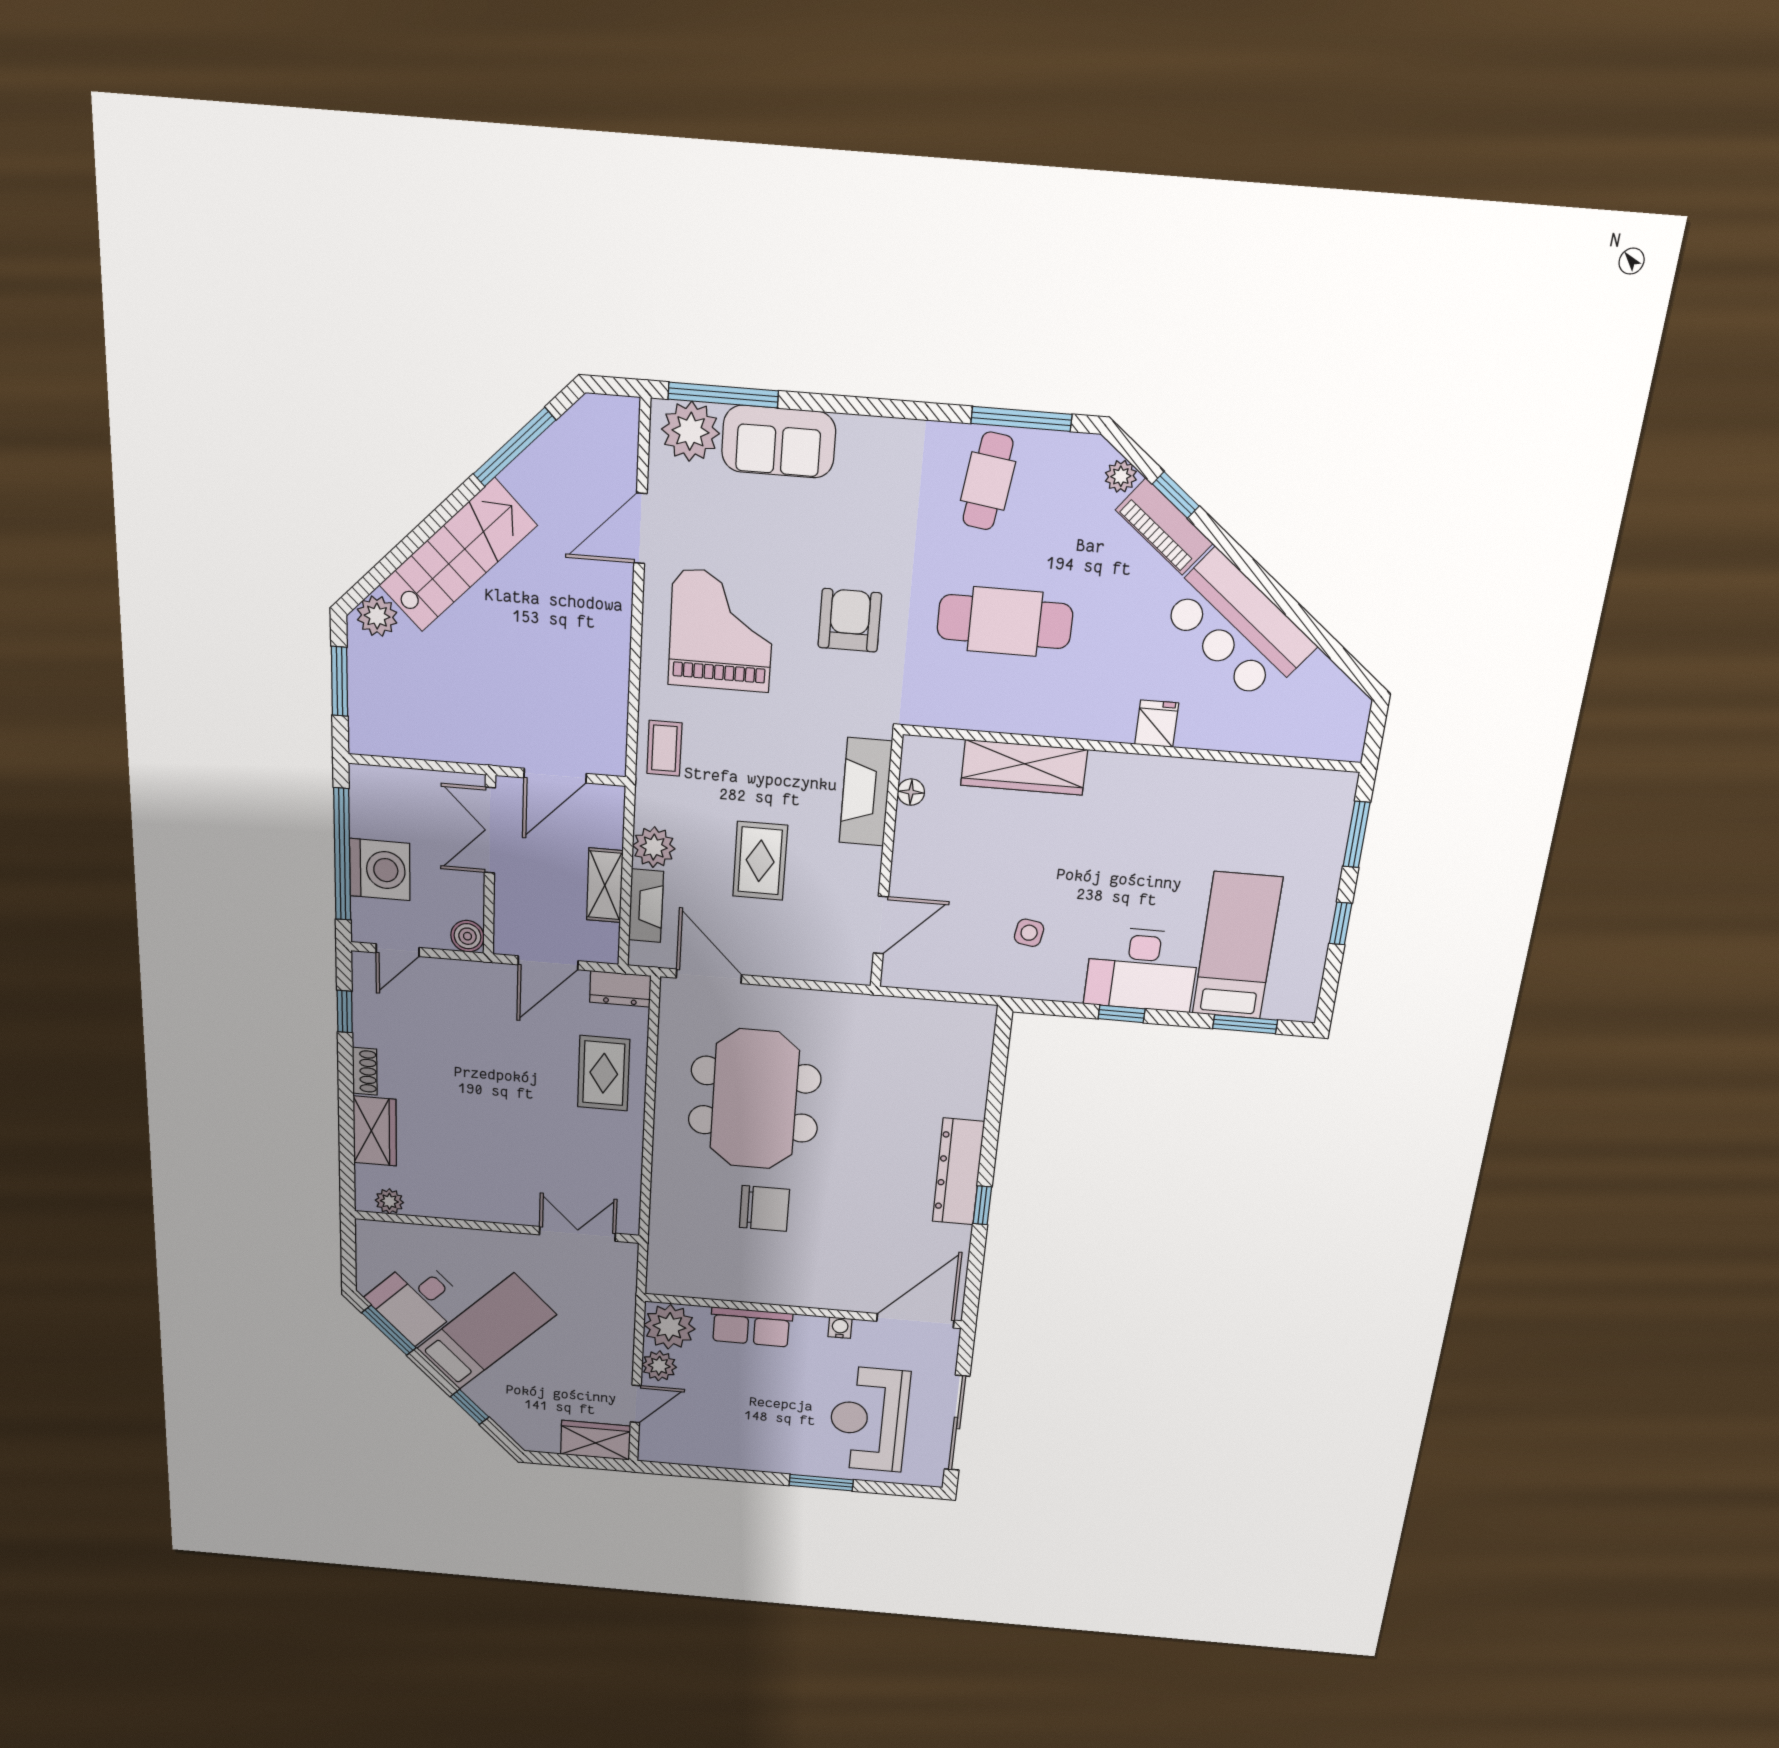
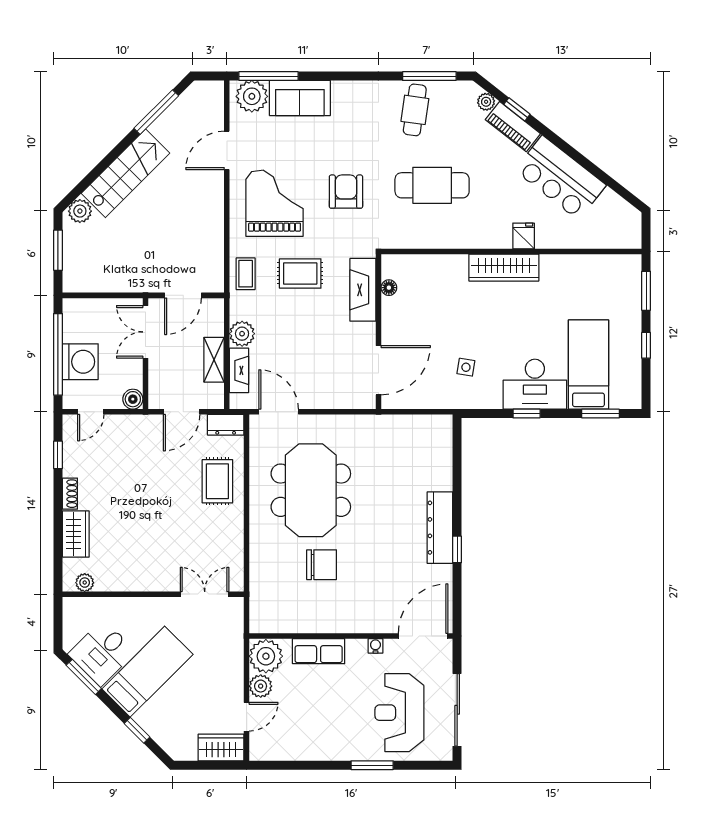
wardrobe: (1024, 767) -> (504, 268), moved
rug: (760, 861) -> (300, 273), moved, turned 90
door: (881, 925) -> (378, 370), width x1.36

